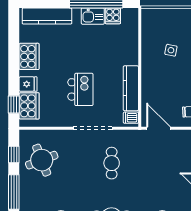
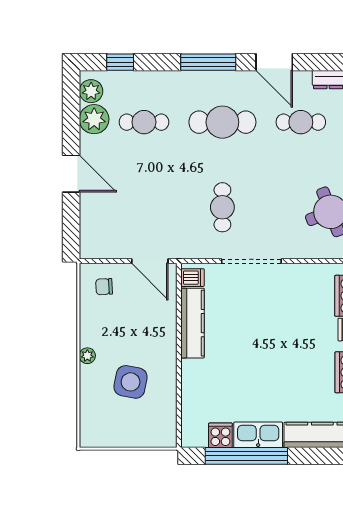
kitchen sink: (93, 16) -> (258, 435), width x1.38
side table: (171, 50) -> (131, 382), width x1.87, depth x1.87
kitchen island: (80, 89) -> (271, 321), removed

